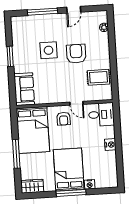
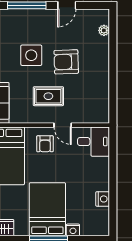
armchair: (76, 54) -> (66, 62), turned -92
rug: (98, 77) -> (48, 96), moved
nightstand: (110, 145) -> (103, 199), moved

